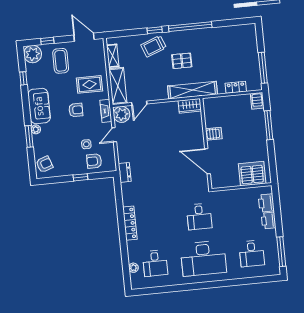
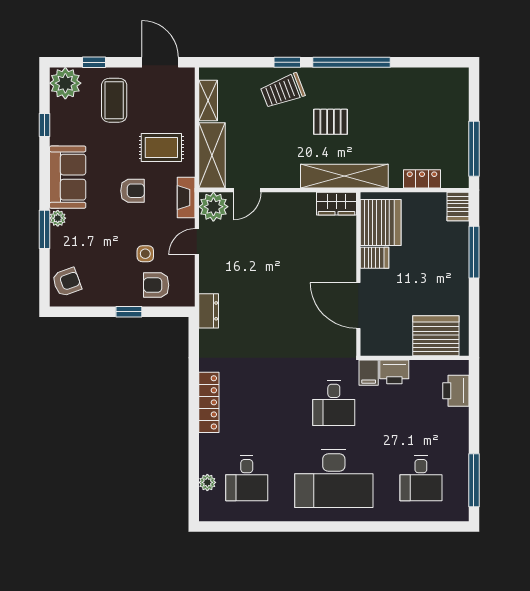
server rack: (215, 114) -> (381, 222), added
filing cabinet: (217, 198) -> (369, 373), added
printer: (269, 221) -> (394, 372), moved, turned -90

